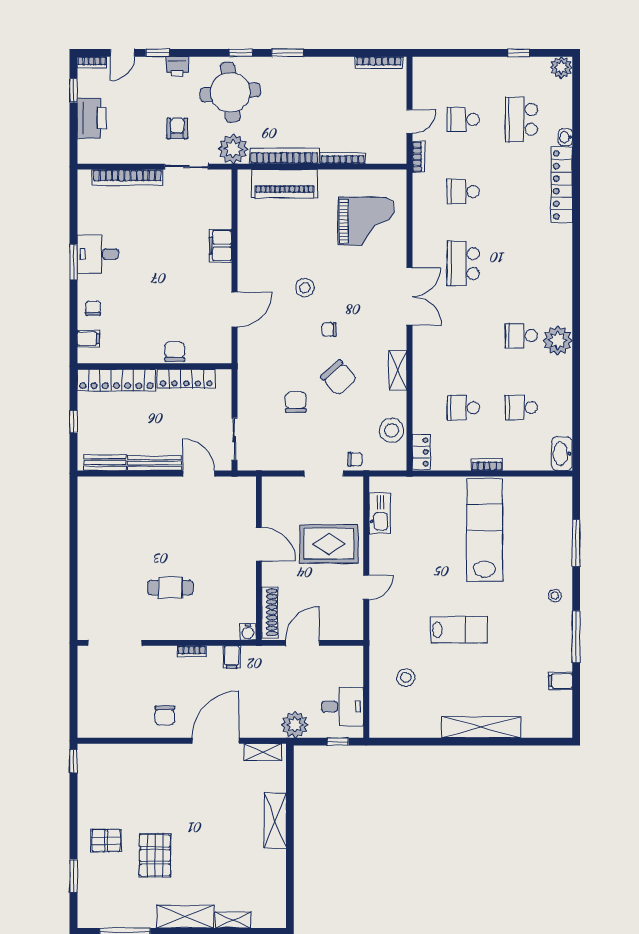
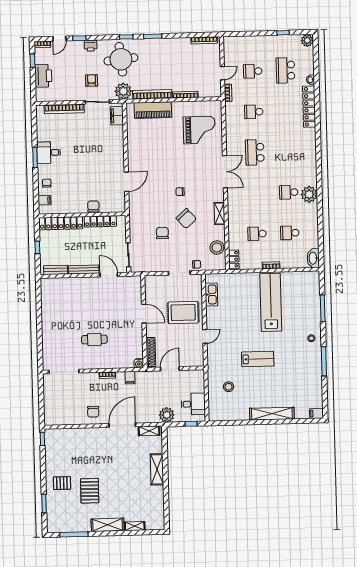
filing cabinet: (221, 246) -> (117, 116), moved
stool: (305, 288) -> (166, 168), removed
filing cabinet: (560, 681) -> (317, 414), moved

